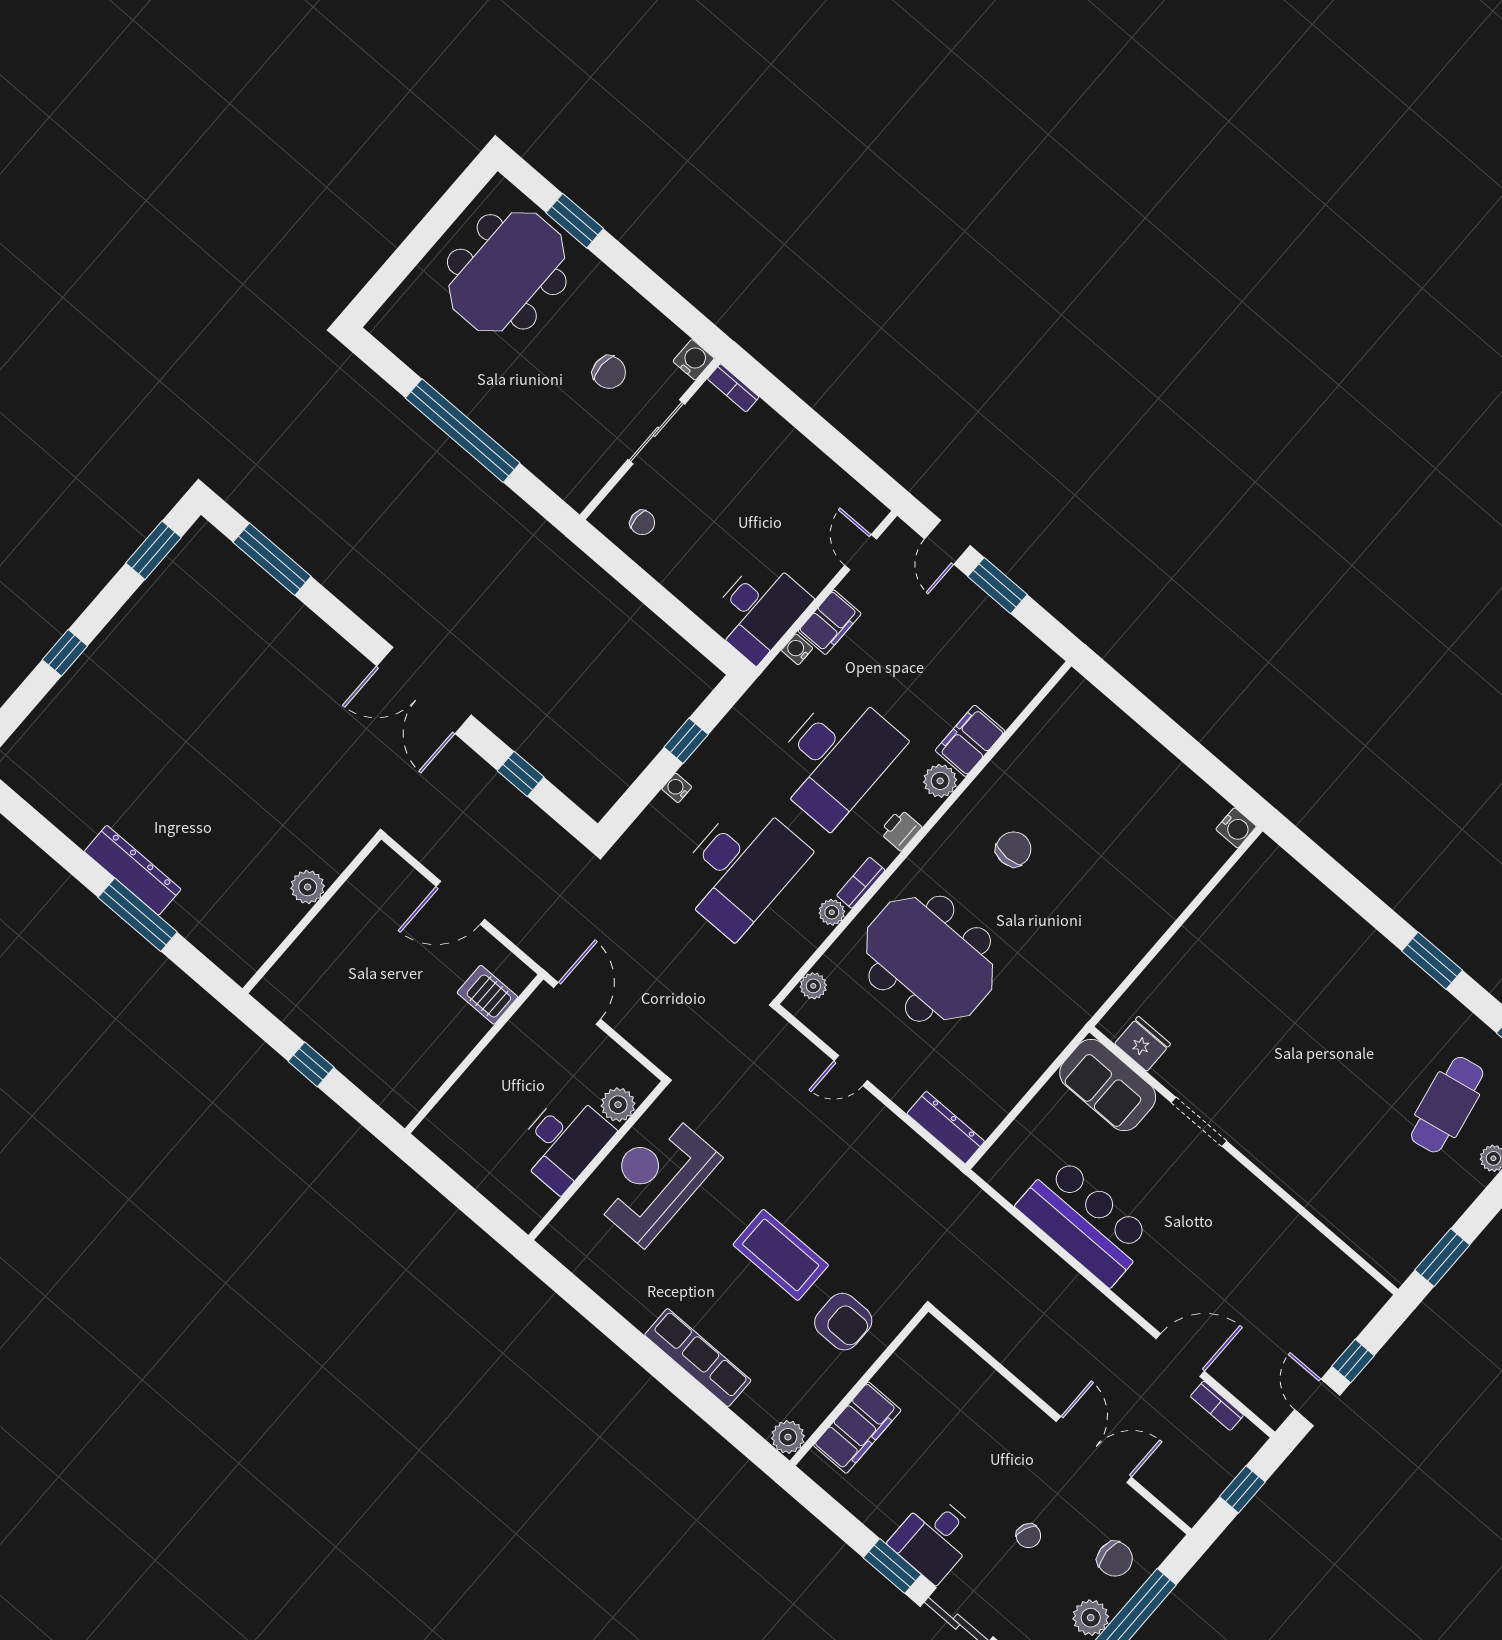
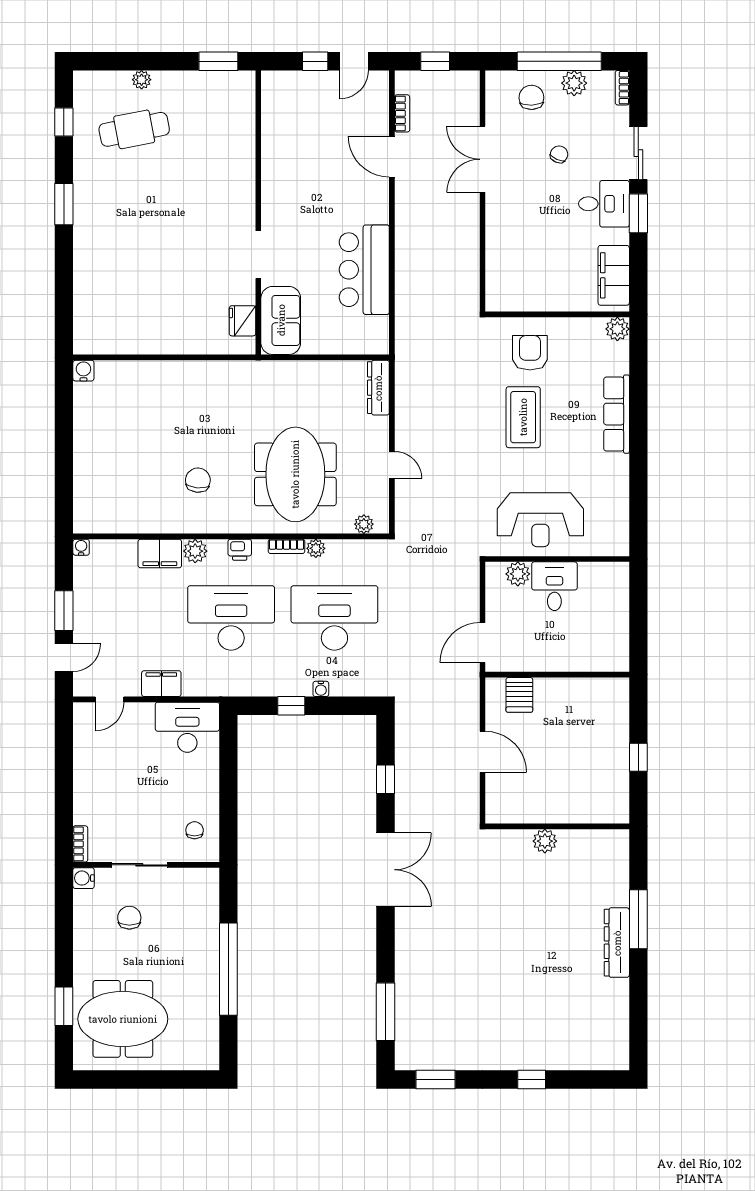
water cooler: (797, 649) -> (81, 547), moved, turned 180
chair: (1013, 849) -> (198, 480), turned 95
desk: (563, 1141) -> (554, 586), width x0.73
filing cabinet: (857, 1428) -> (614, 275), moved, turned -90

